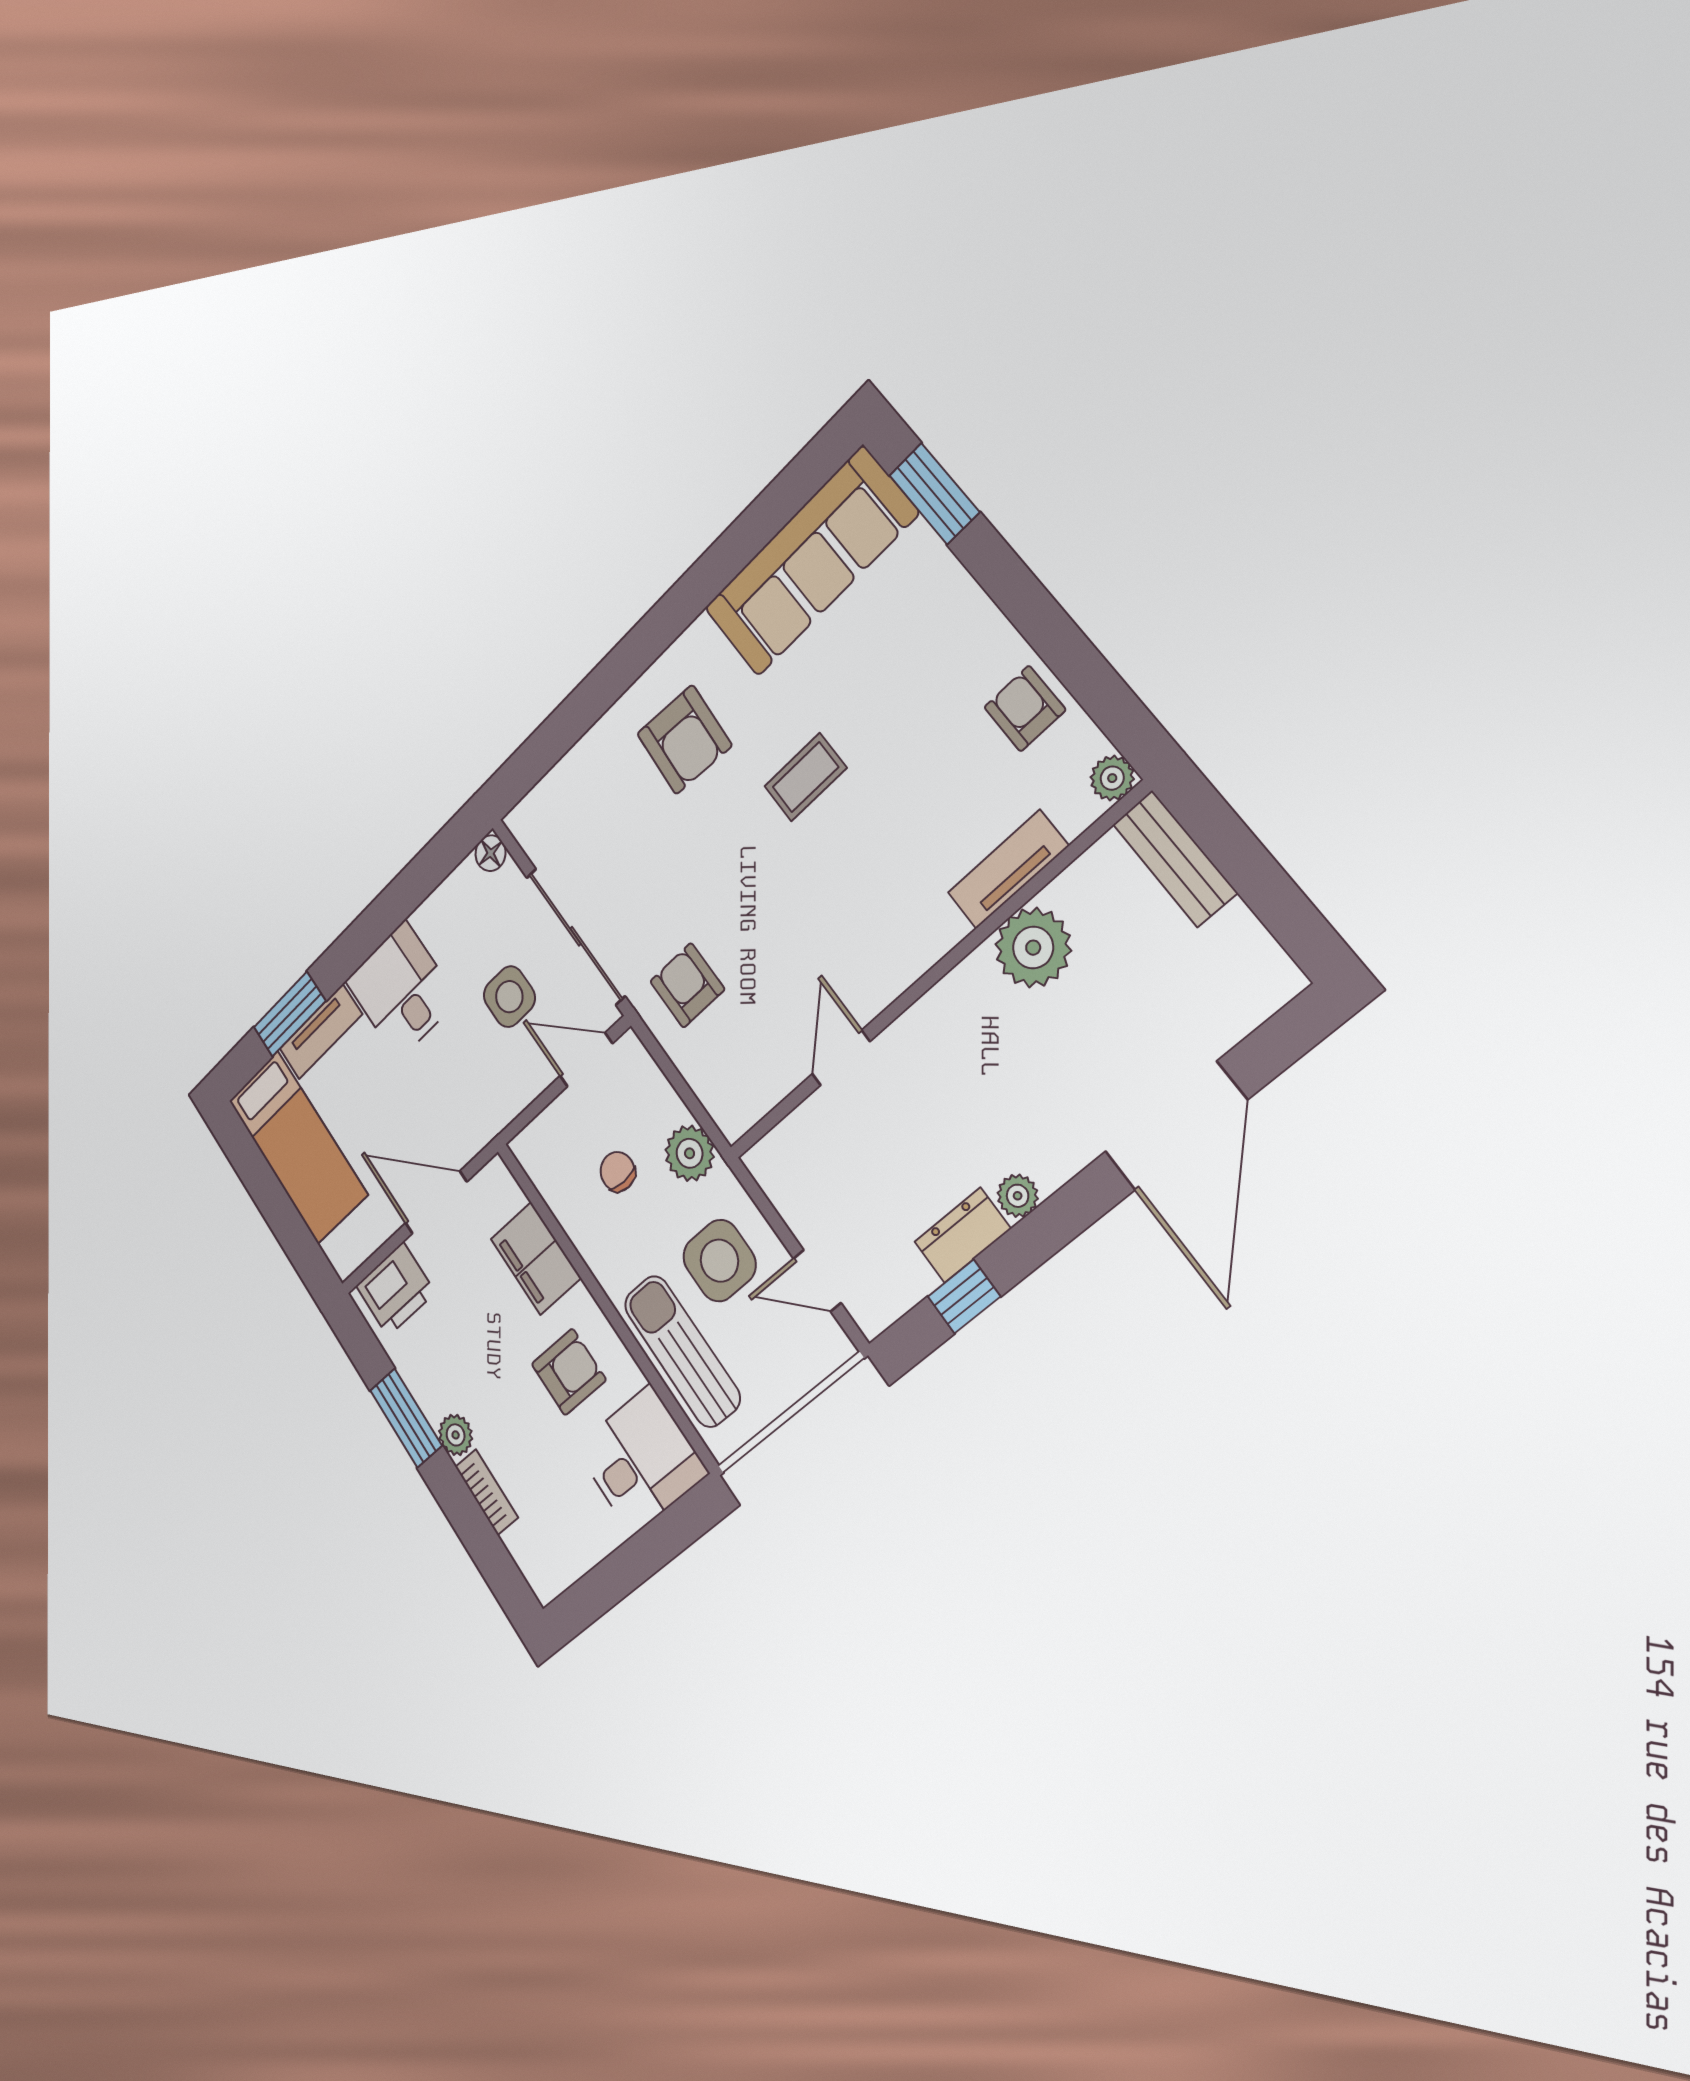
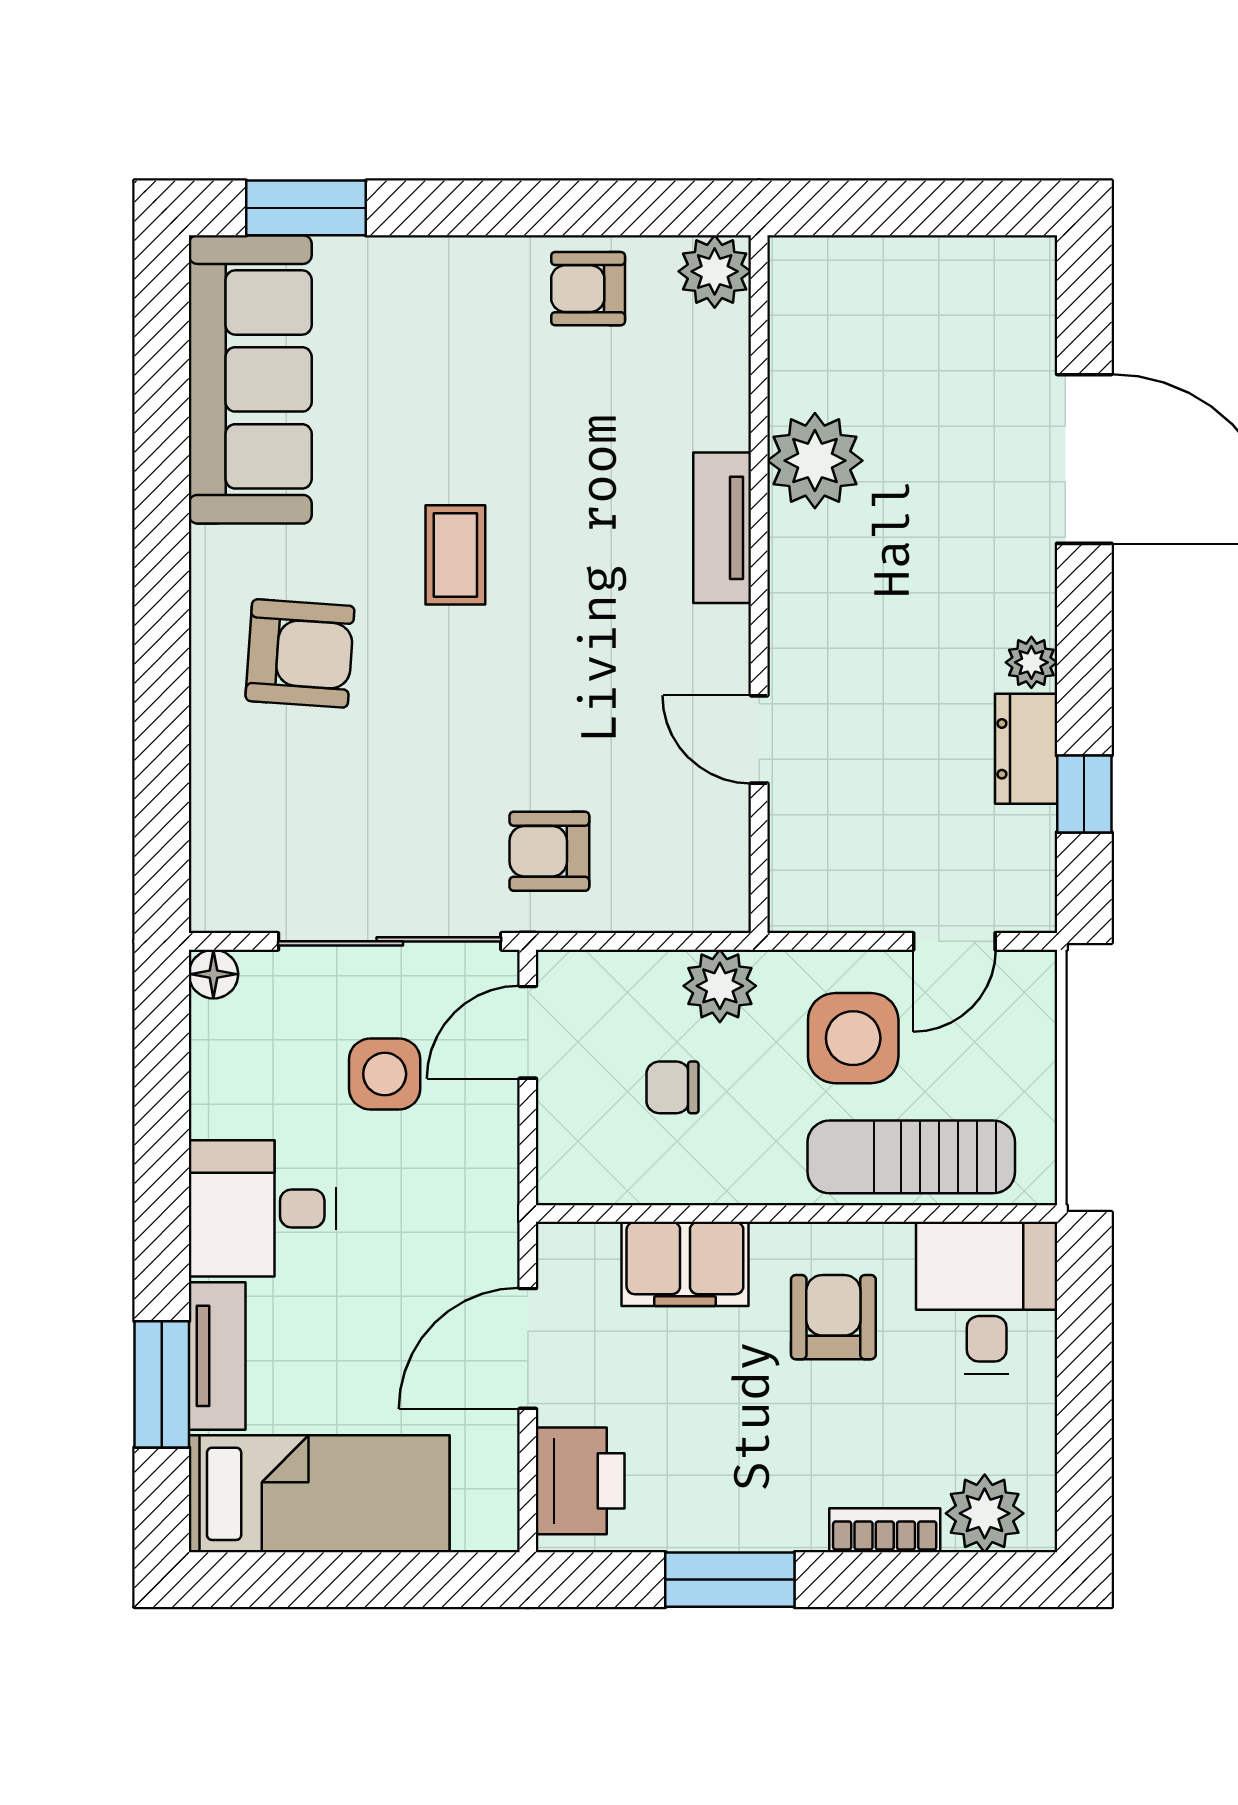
plant: (1112, 778) -> (715, 271), width x1.38, depth x1.38
bench: (1175, 858) -> (846, 265), removed
tv unit: (1008, 869) -> (722, 528), moved
plant: (456, 1435) -> (985, 1513), moved, width x1.38, depth x1.38

